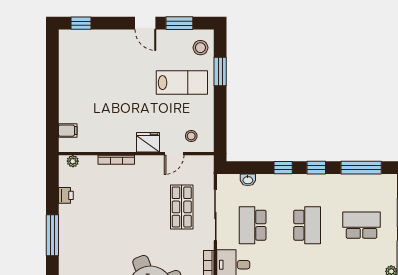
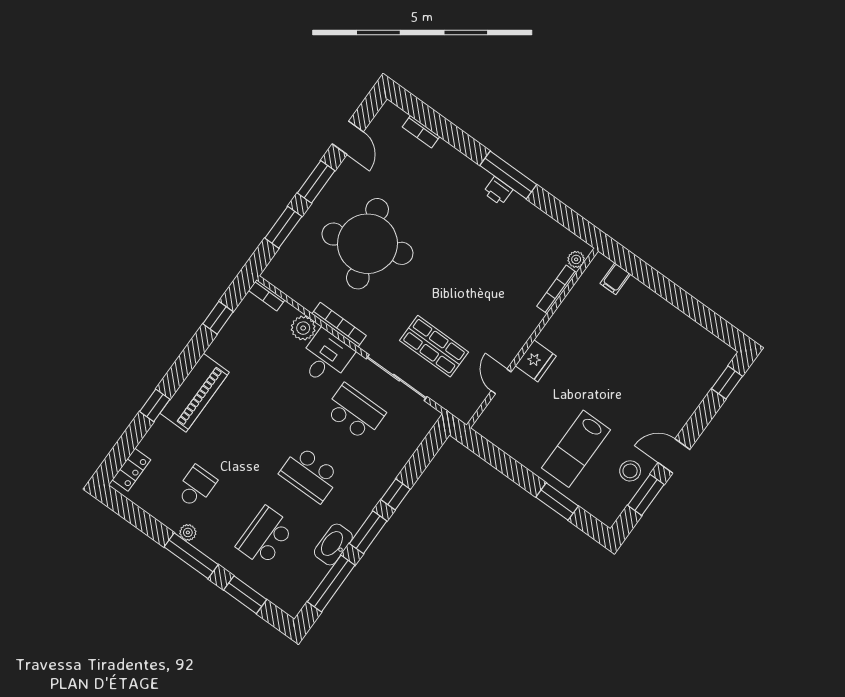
stool: (200, 48) -> (630, 471), moved
stool: (191, 136) -> (507, 415), removed
bookcase: (116, 160) -> (557, 289), moved
window: (316, 168) -> (368, 532), width x1.50
washbasin: (248, 180) -> (333, 545), moved, width x1.91, depth x1.45
printer: (66, 195) -> (498, 191), moved
school desk: (362, 225) -> (265, 537), turned 180

